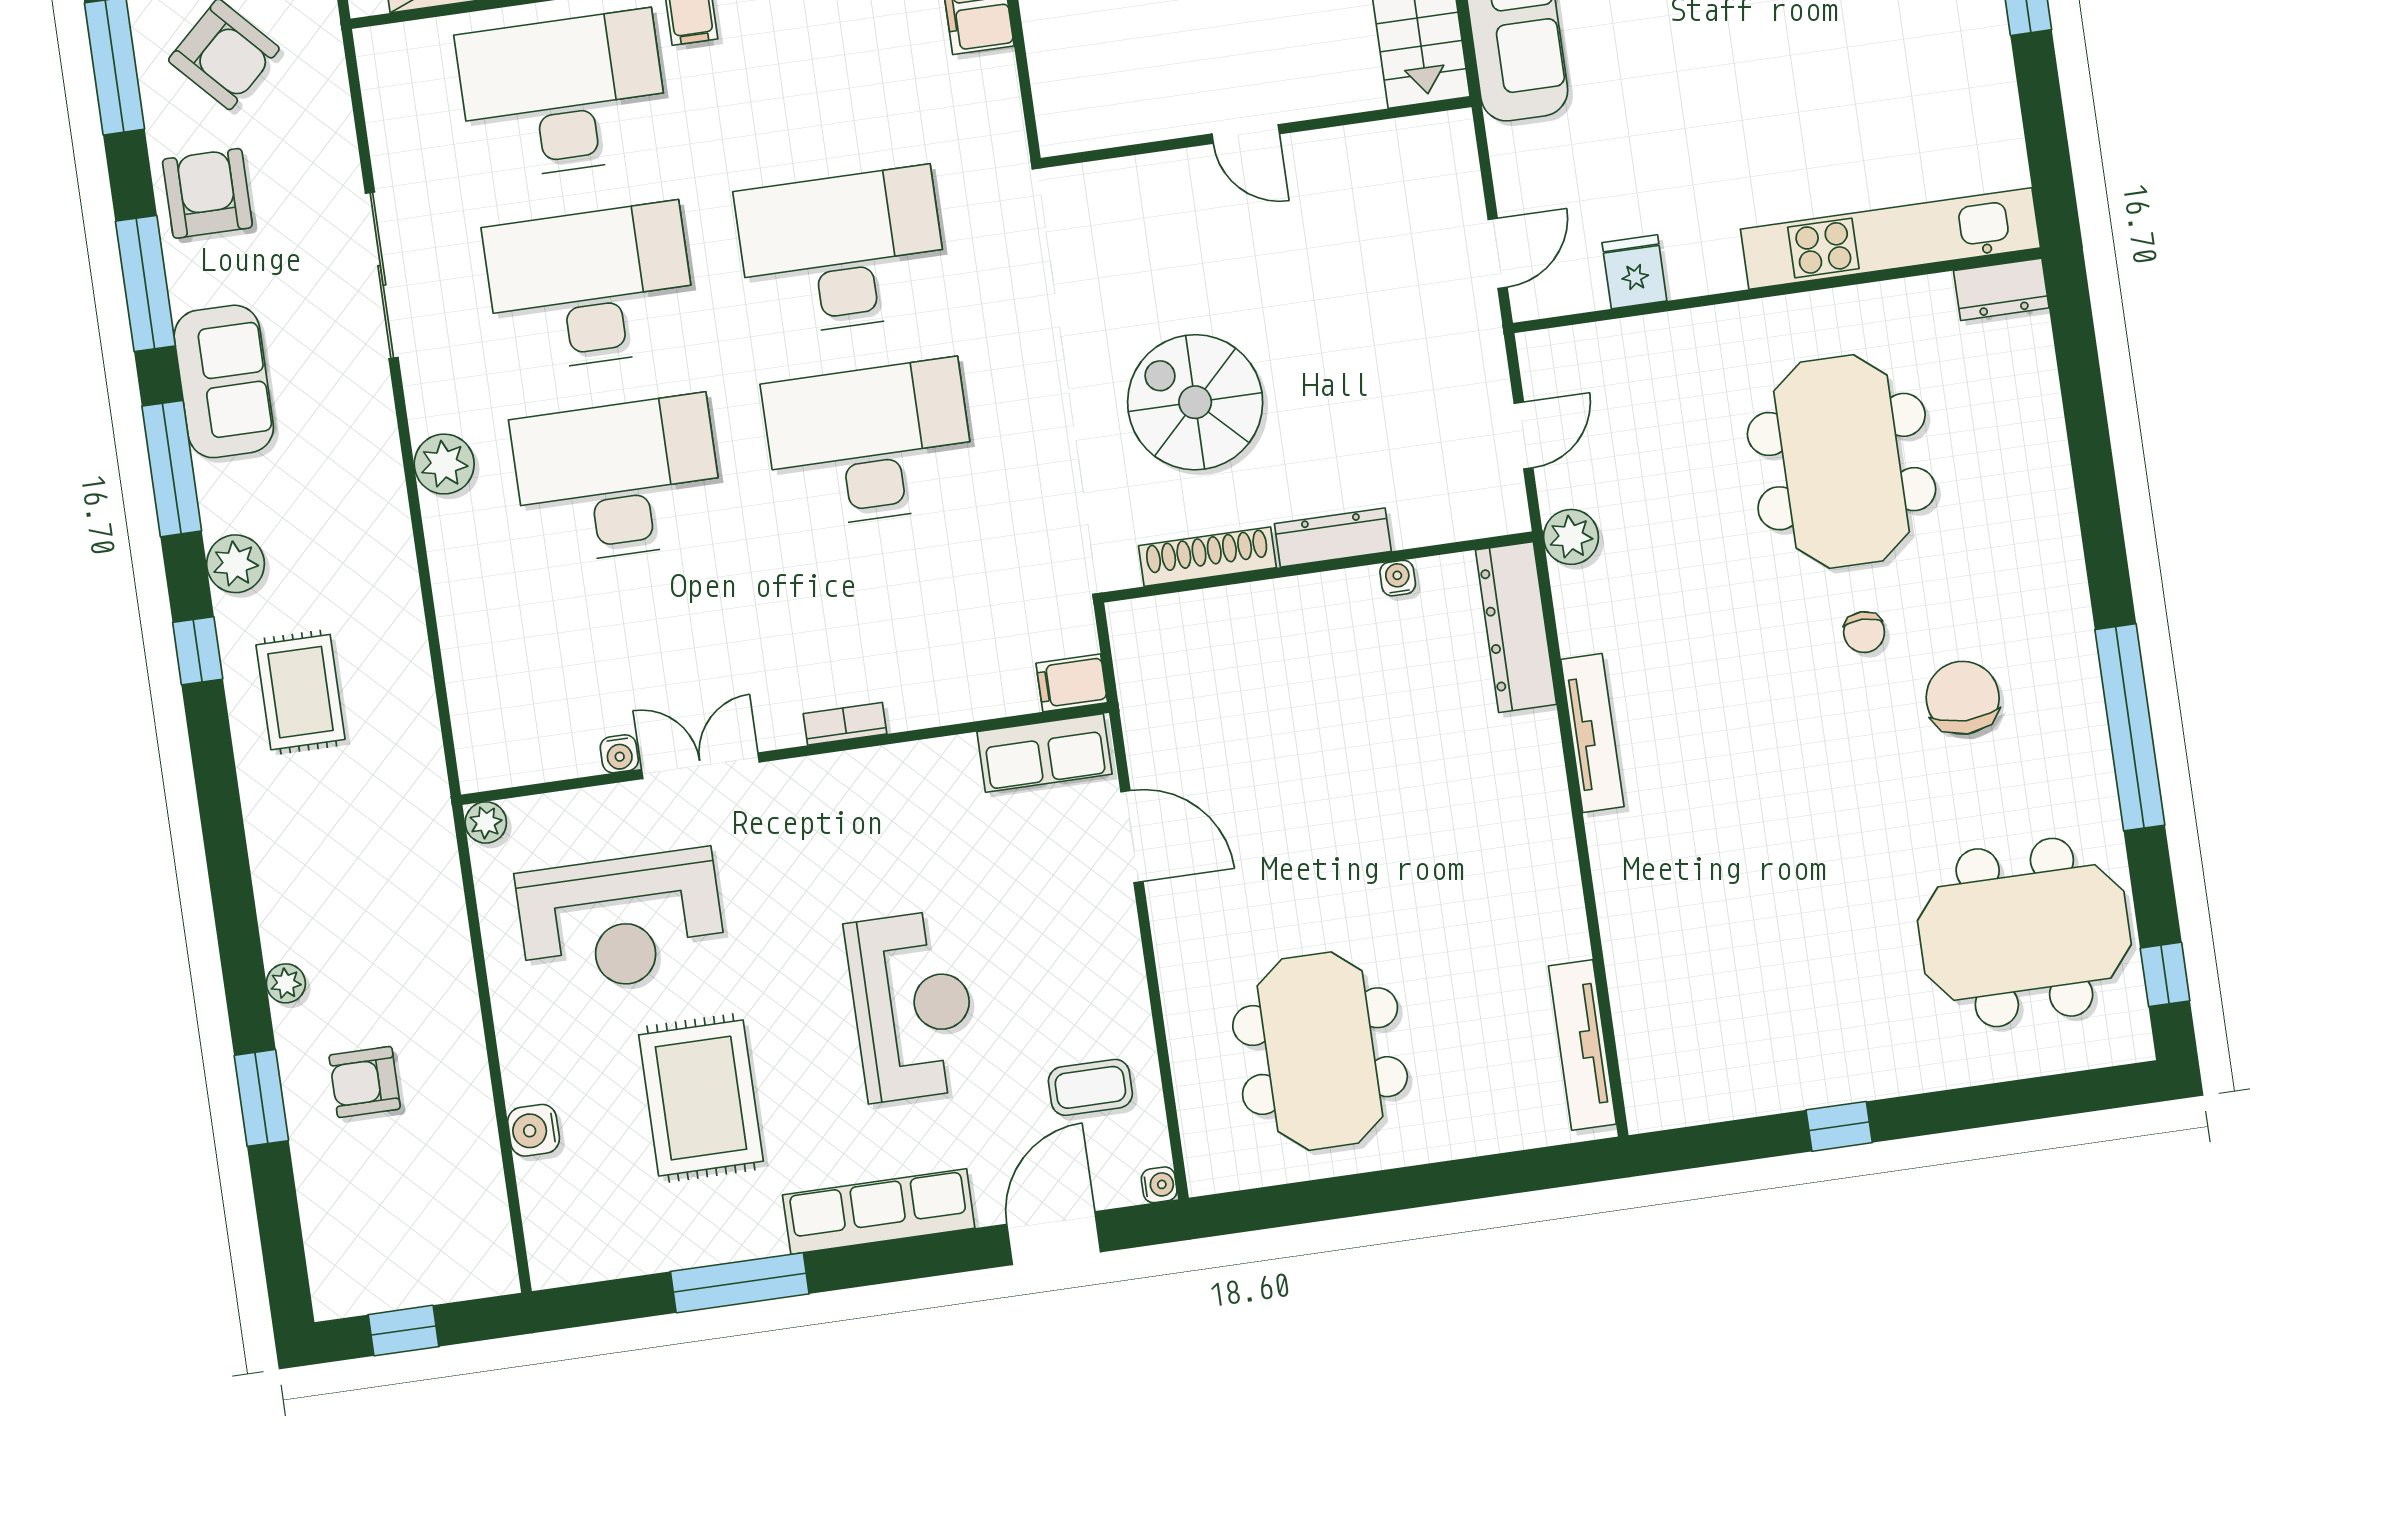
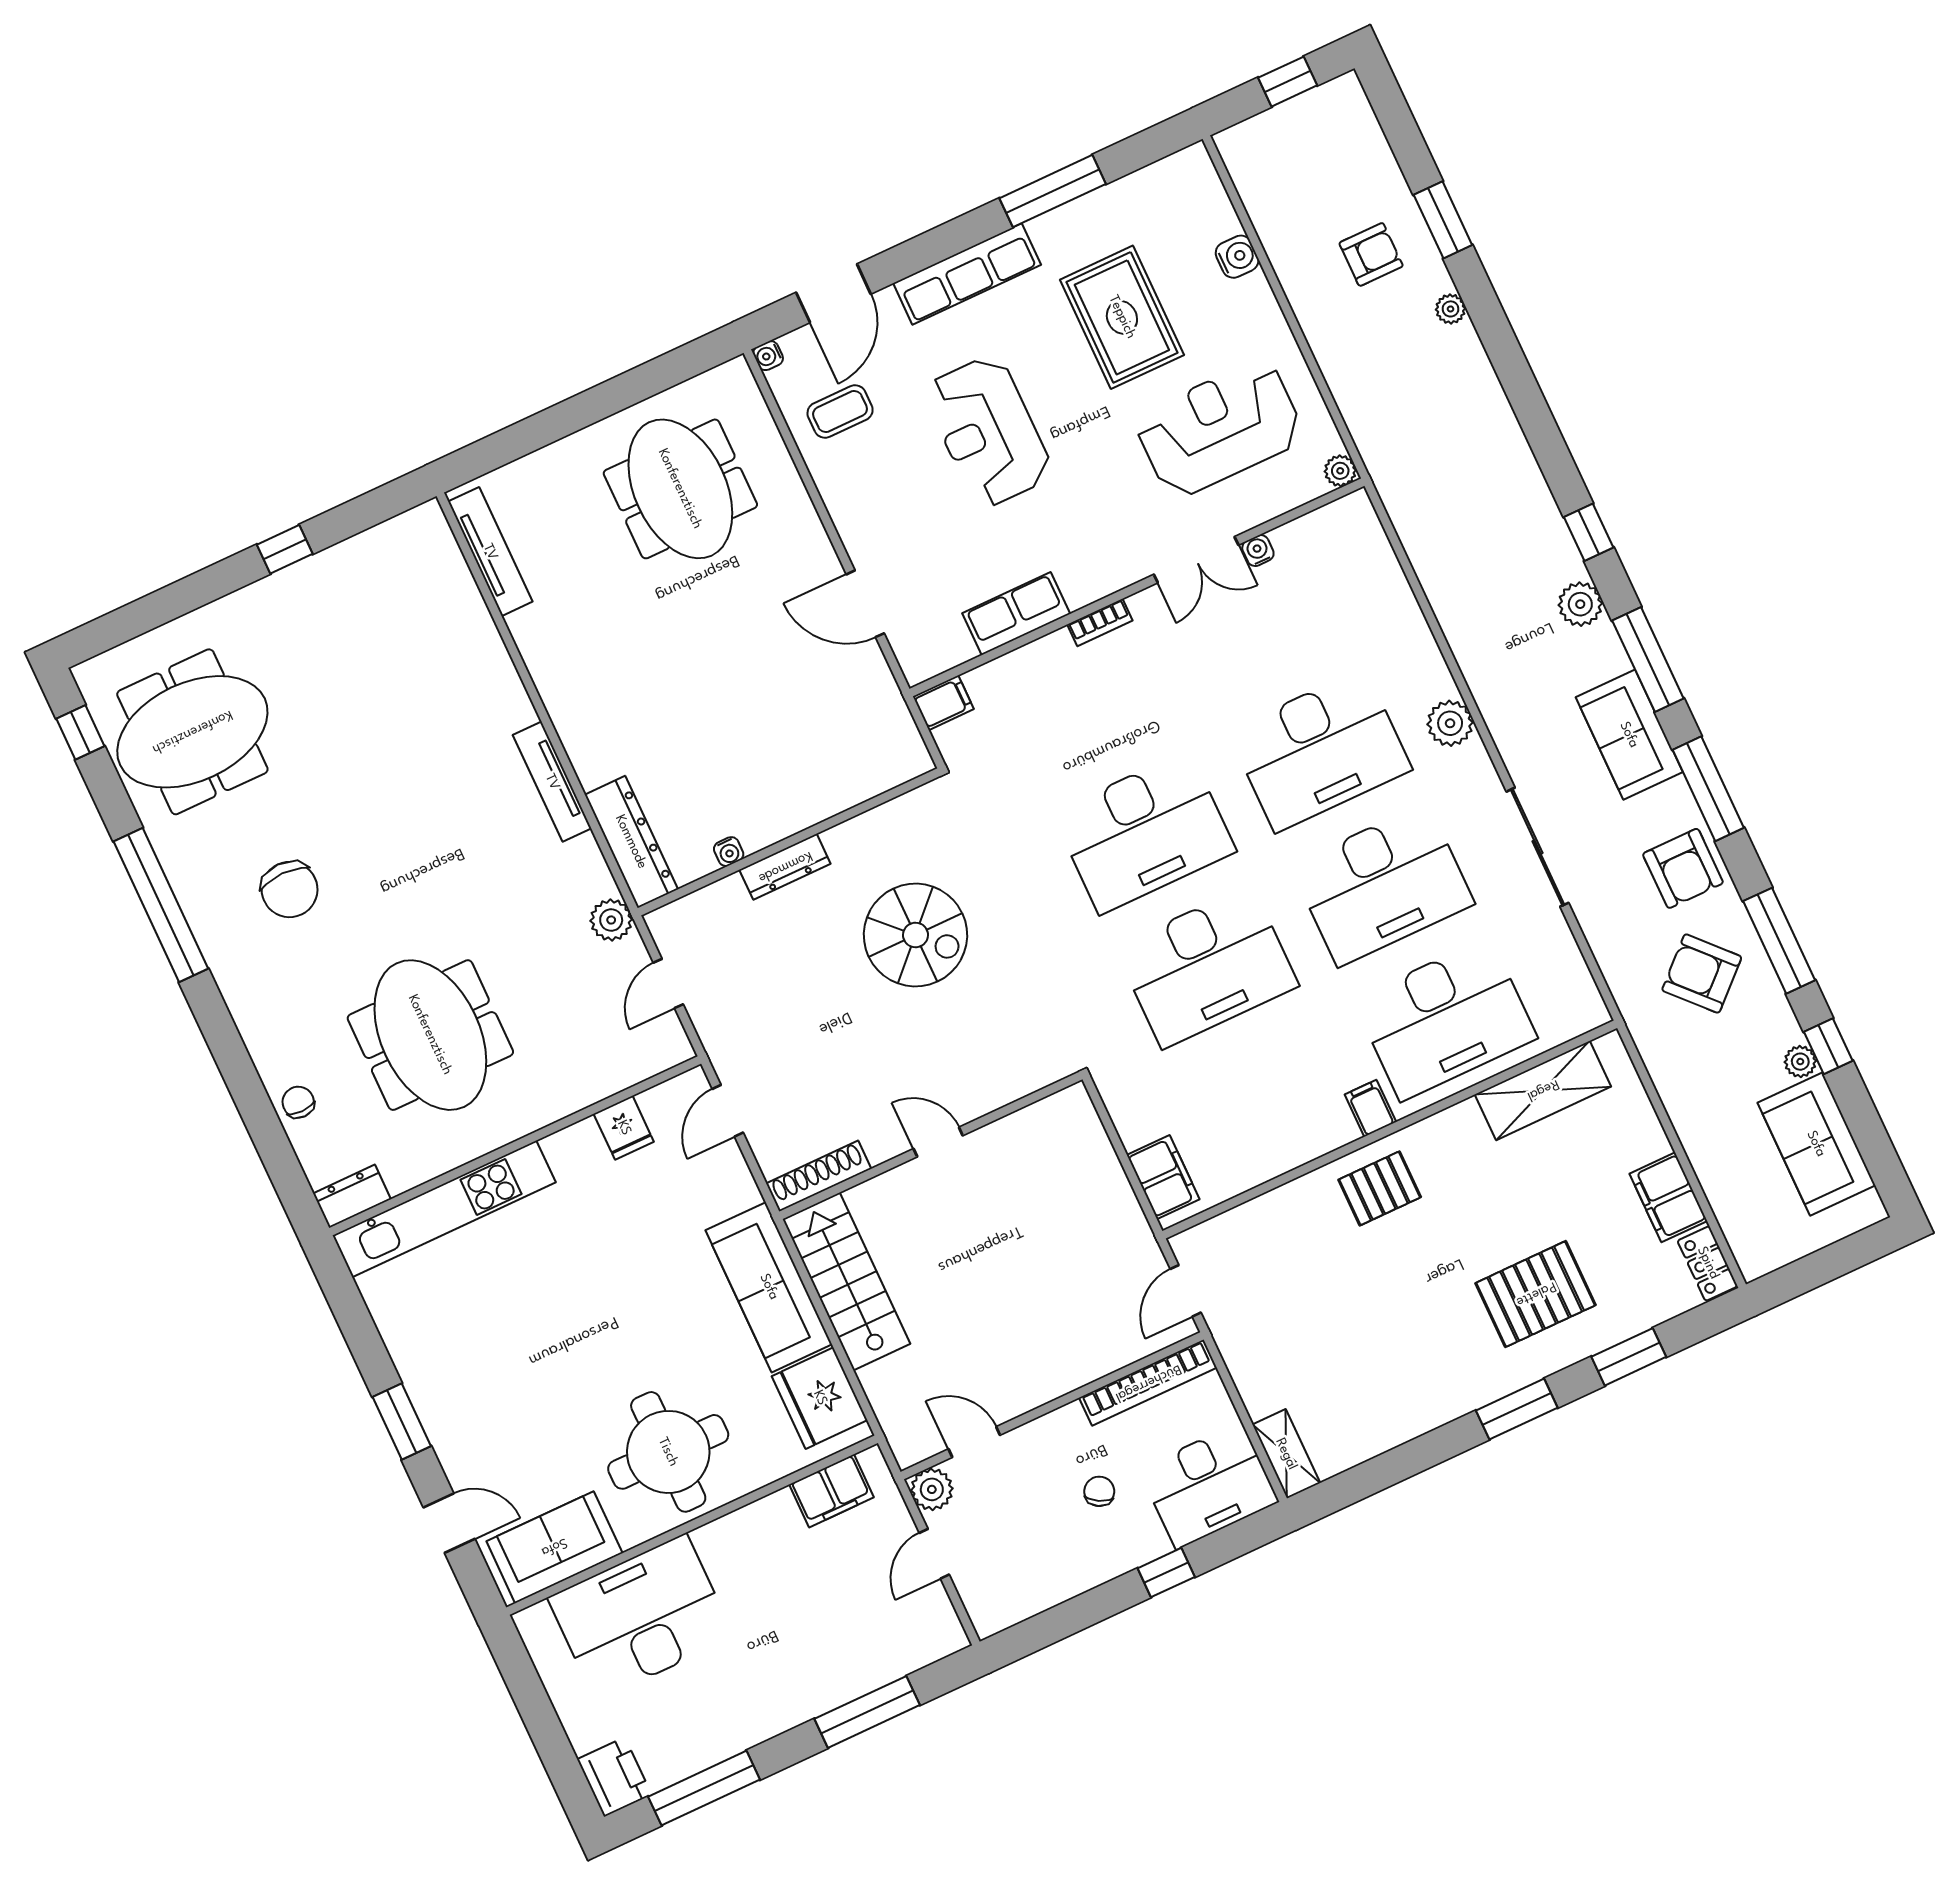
shoe rack: (1207, 557) -> (819, 1176), moved, turned 180
chair: (1864, 632) -> (298, 1102), moved
rug: (301, 692) -> (1504, 525), removed
row of seats: (1044, 753) -> (1016, 614), moved

